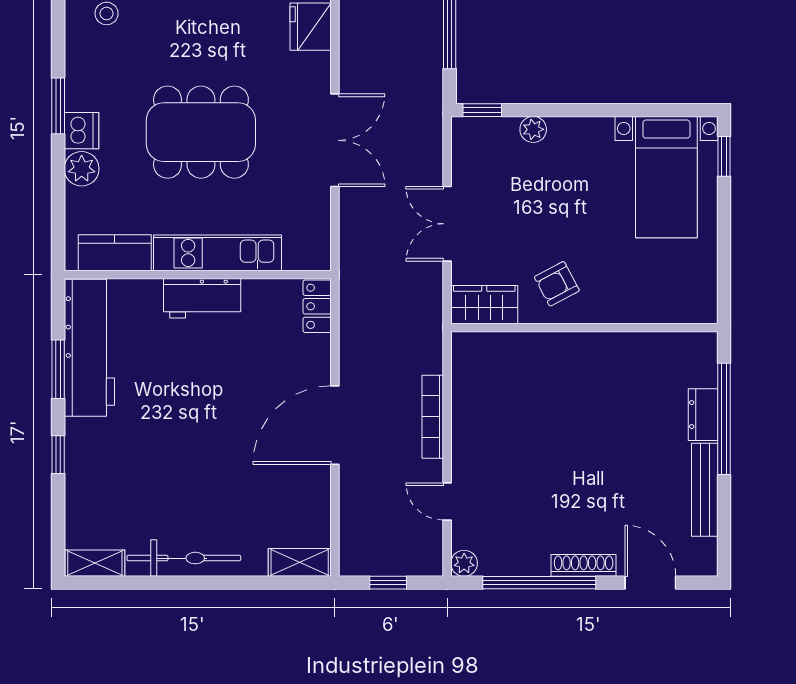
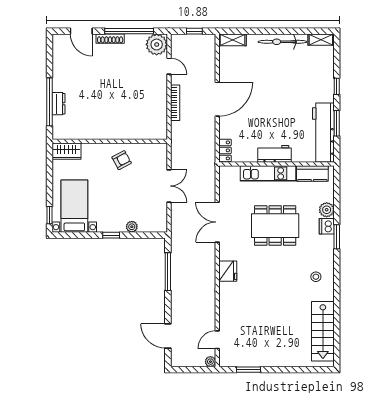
window: (482, 110) -> (111, 235), moved
wardrobe: (484, 305) -> (67, 151), moved
bench: (705, 490) -> (58, 71), removed
plant: (464, 563) -> (157, 44), width x1.88, depth x1.88

